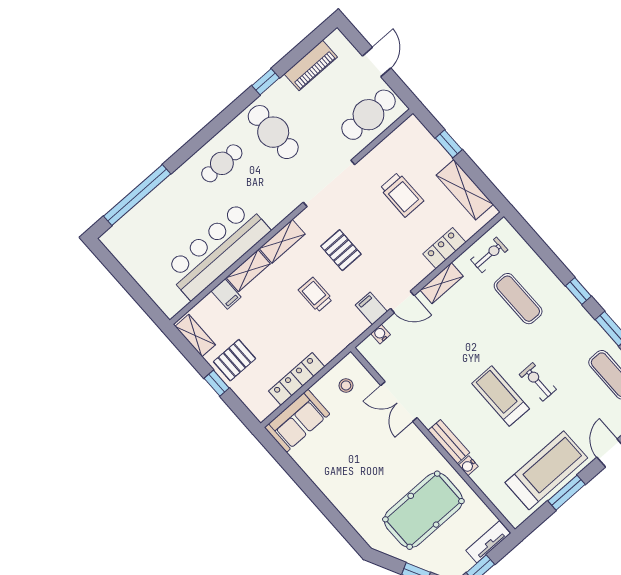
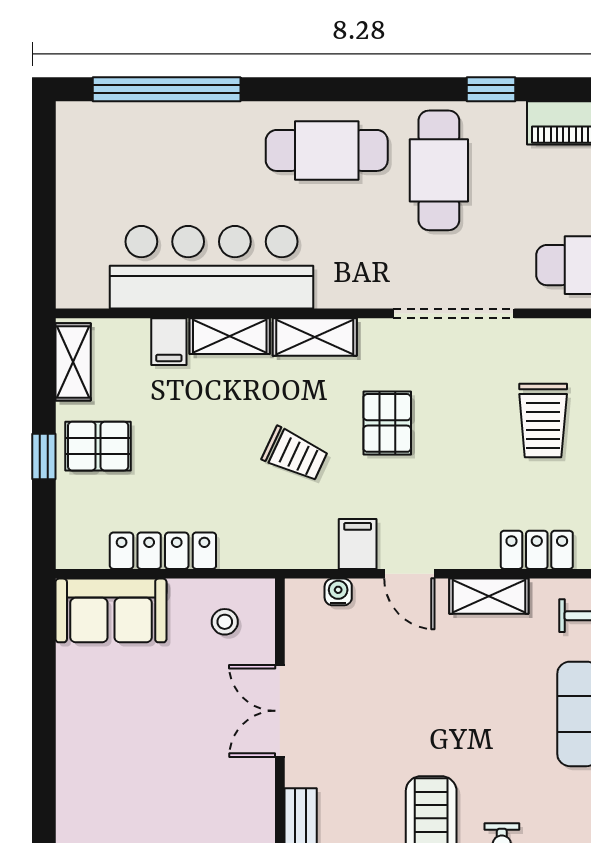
cafe table: (222, 163) -> (327, 150), width x1.37, depth x1.35
trolley: (315, 295) -> (295, 454), turned 115

